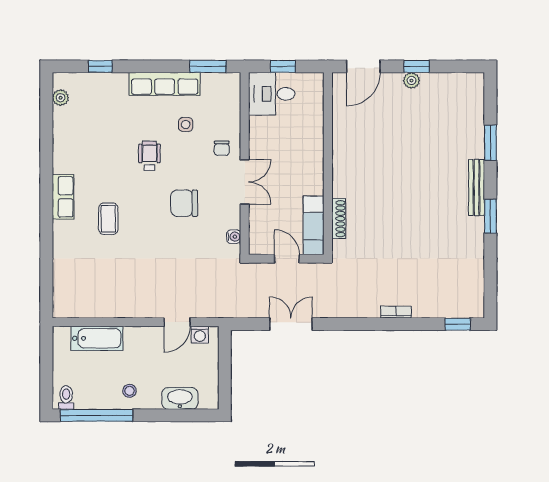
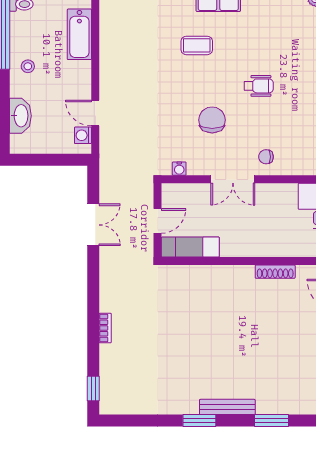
side table: (186, 125) -> (289, 121), removed
shoe rack: (339, 219) -> (275, 272), moved

